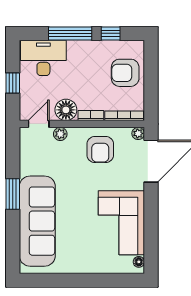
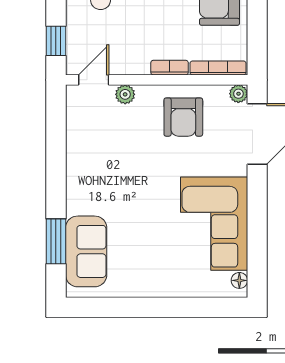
window: (13, 83) -> (56, 41), moved
floor lamp: (66, 110) -> (133, 59), removed
window: (13, 194) -> (56, 241), moved
sofa: (37, 221) -> (86, 251), width x0.54, depth x0.79

